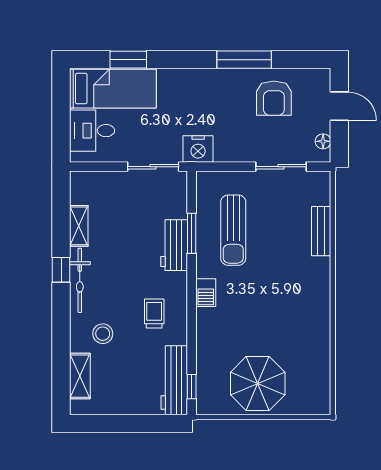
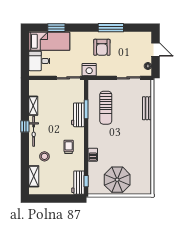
armchair: (274, 98) -> (102, 47), moved
barbecue: (206, 293) -> (93, 155), moved
workbench: (174, 380) -> (78, 183), width x0.73

